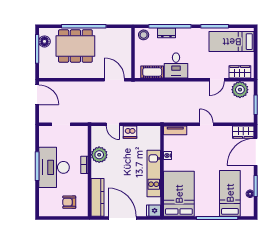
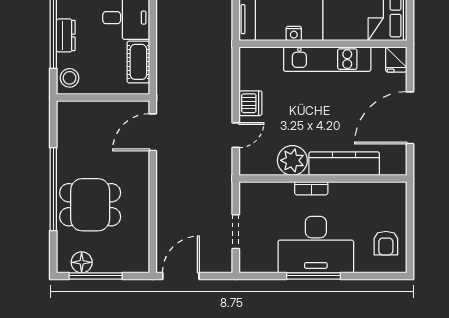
dining table: (75, 46) -> (90, 205), width x0.73
kitchen counter: (98, 197) -> (344, 164), moved
armchair: (69, 202) -> (386, 243), moved

